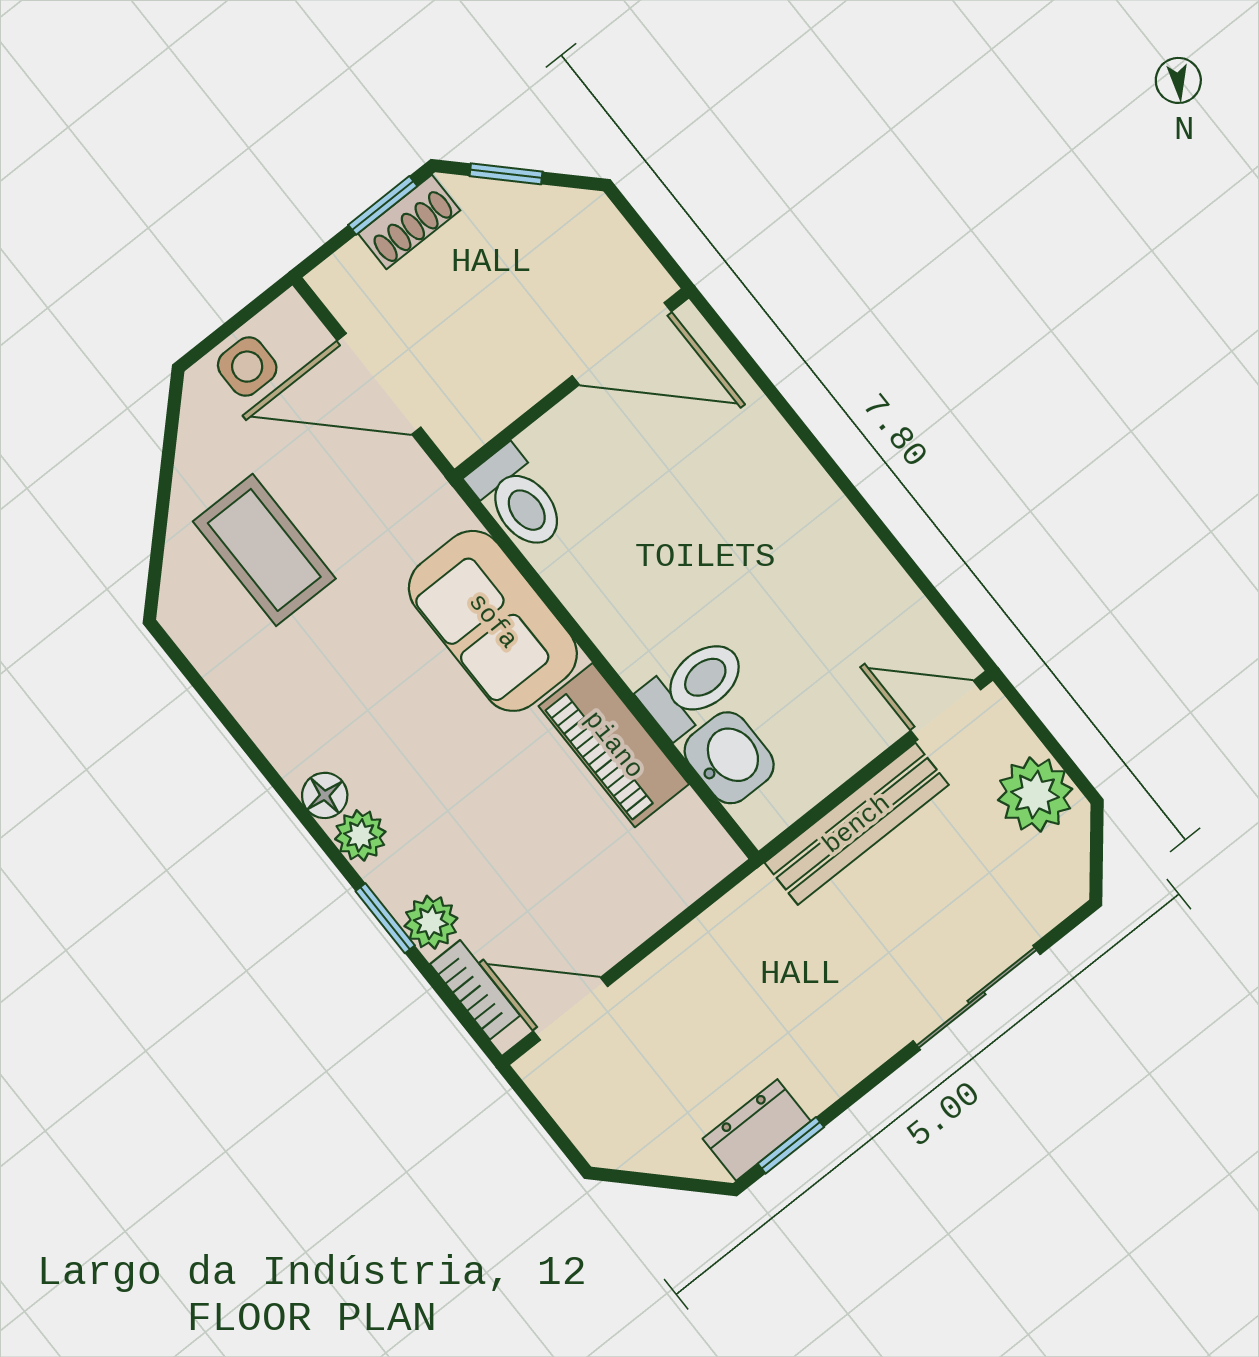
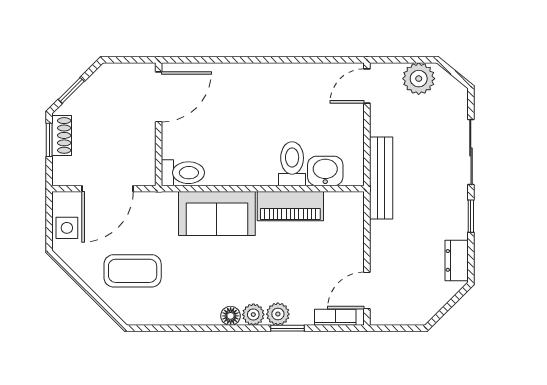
bench: (857, 824) -> (381, 178), moved
plant: (431, 922) -> (278, 314), moved
window: (791, 1145) -> (471, 216), moved

